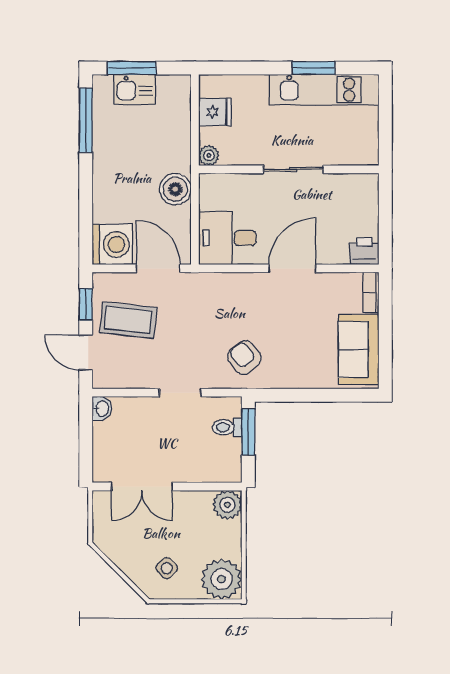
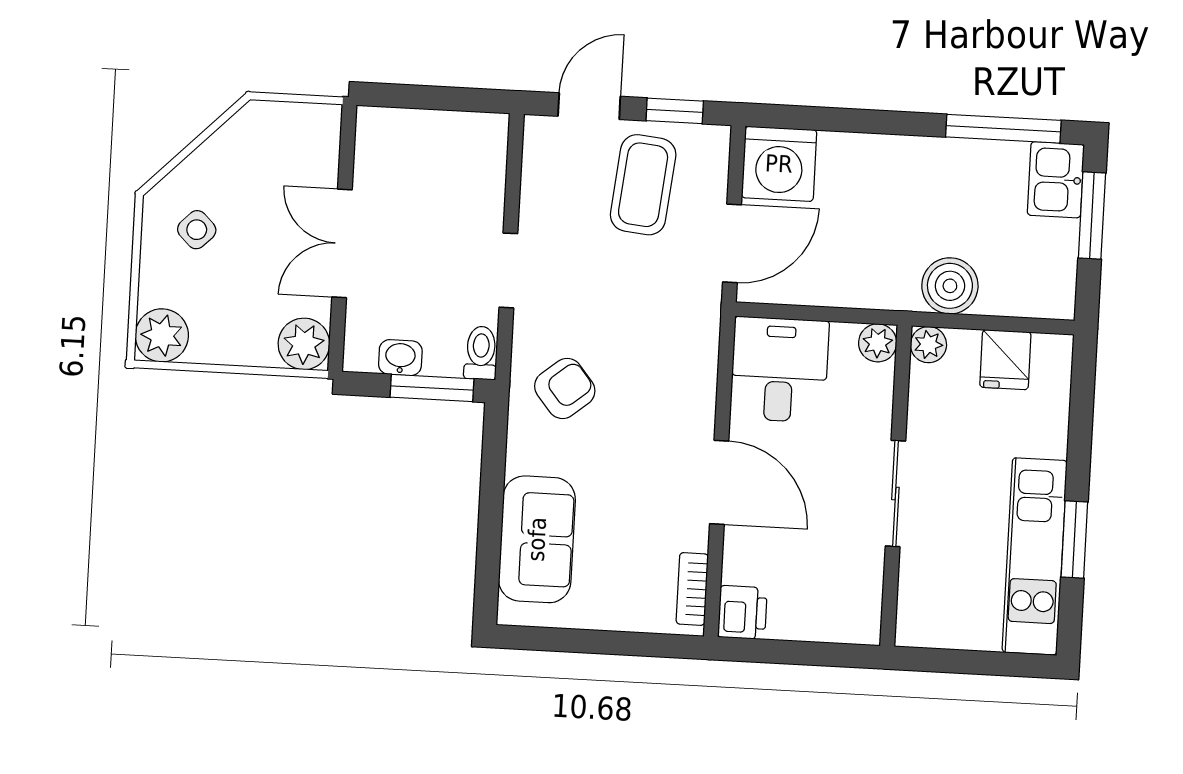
kitchen sink: (134, 89) -> (1056, 180), moved
plant: (209, 184) -> (878, 343), added
boiler: (175, 189) -> (950, 286), moved
bookcase: (371, 292) -> (692, 589), moved, turned -90
sofa: (359, 349) -> (537, 539), moved, turned 90
washbasin: (102, 408) -> (400, 358), moved, turned 180
toilet: (227, 427) -> (481, 353), moved
double door: (142, 487) -> (342, 243), moved
plant: (222, 579) -> (162, 335), width x0.73, depth x0.73

